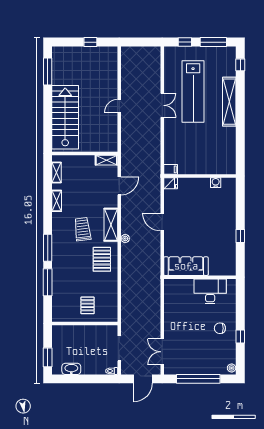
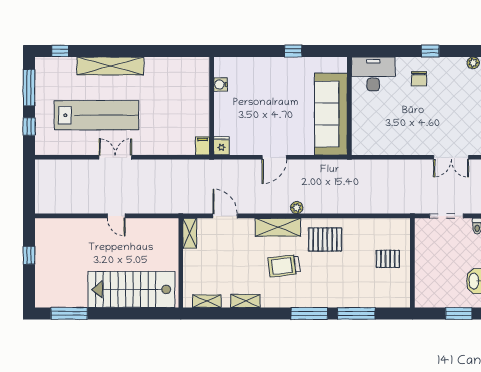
sofa: (186, 266) -> (331, 114), width x1.36, depth x1.27
desk: (210, 291) -> (373, 74), moved, turned 90

